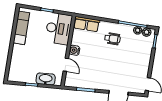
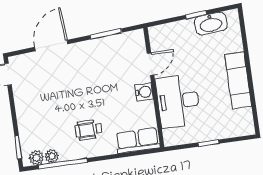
exam couch: (21, 28) -> (238, 80), moved
desk: (59, 29) -> (178, 101), moved
door: (66, 65) -> (151, 64), swing flipped
washbasin: (46, 79) -> (211, 24), moved

